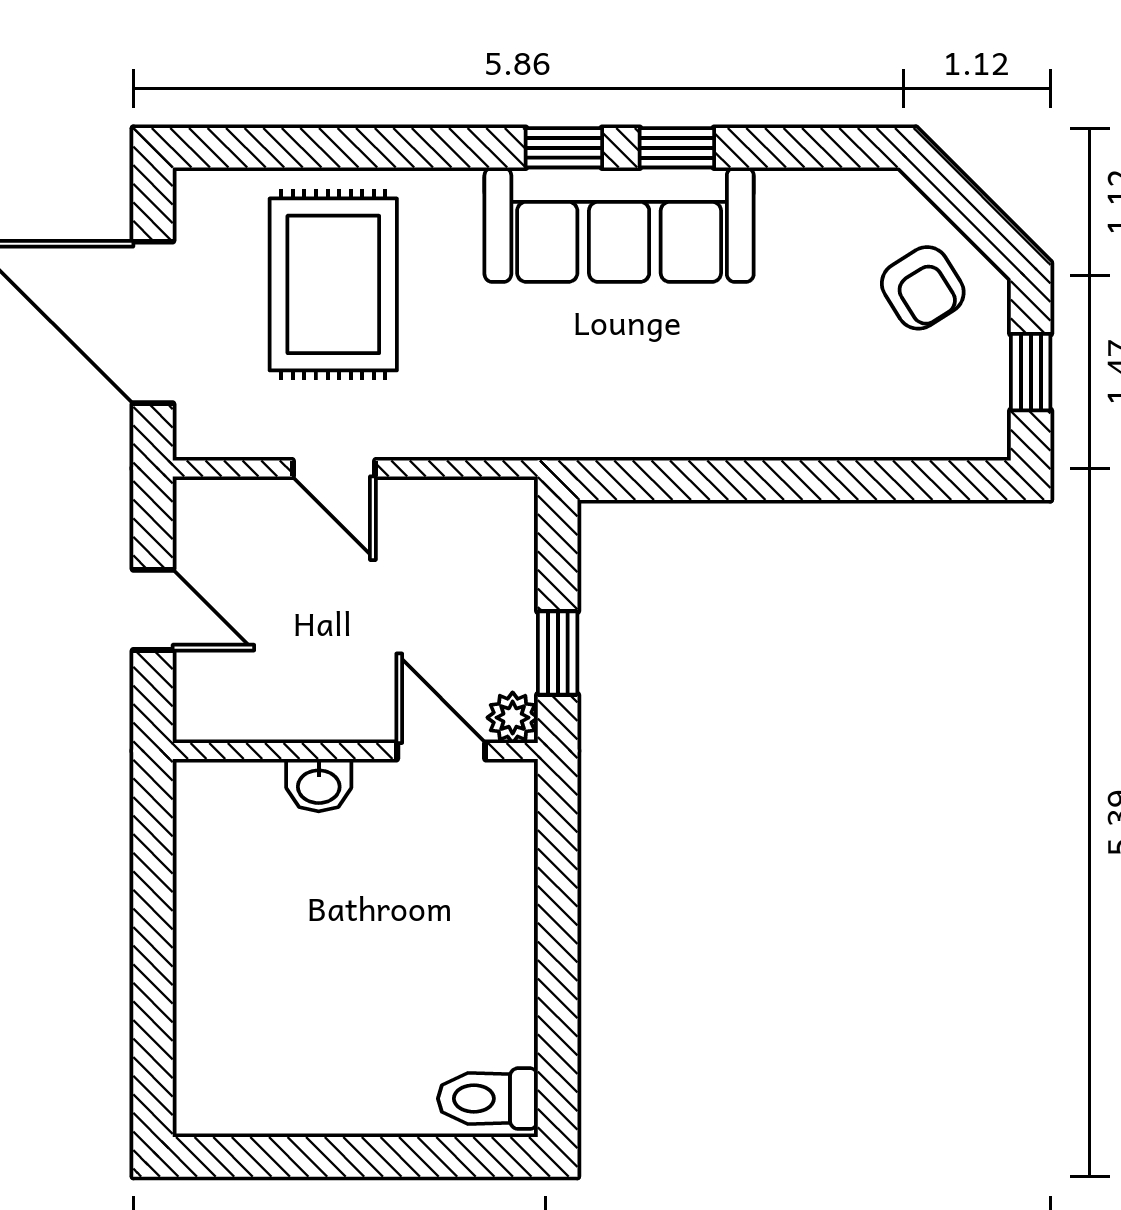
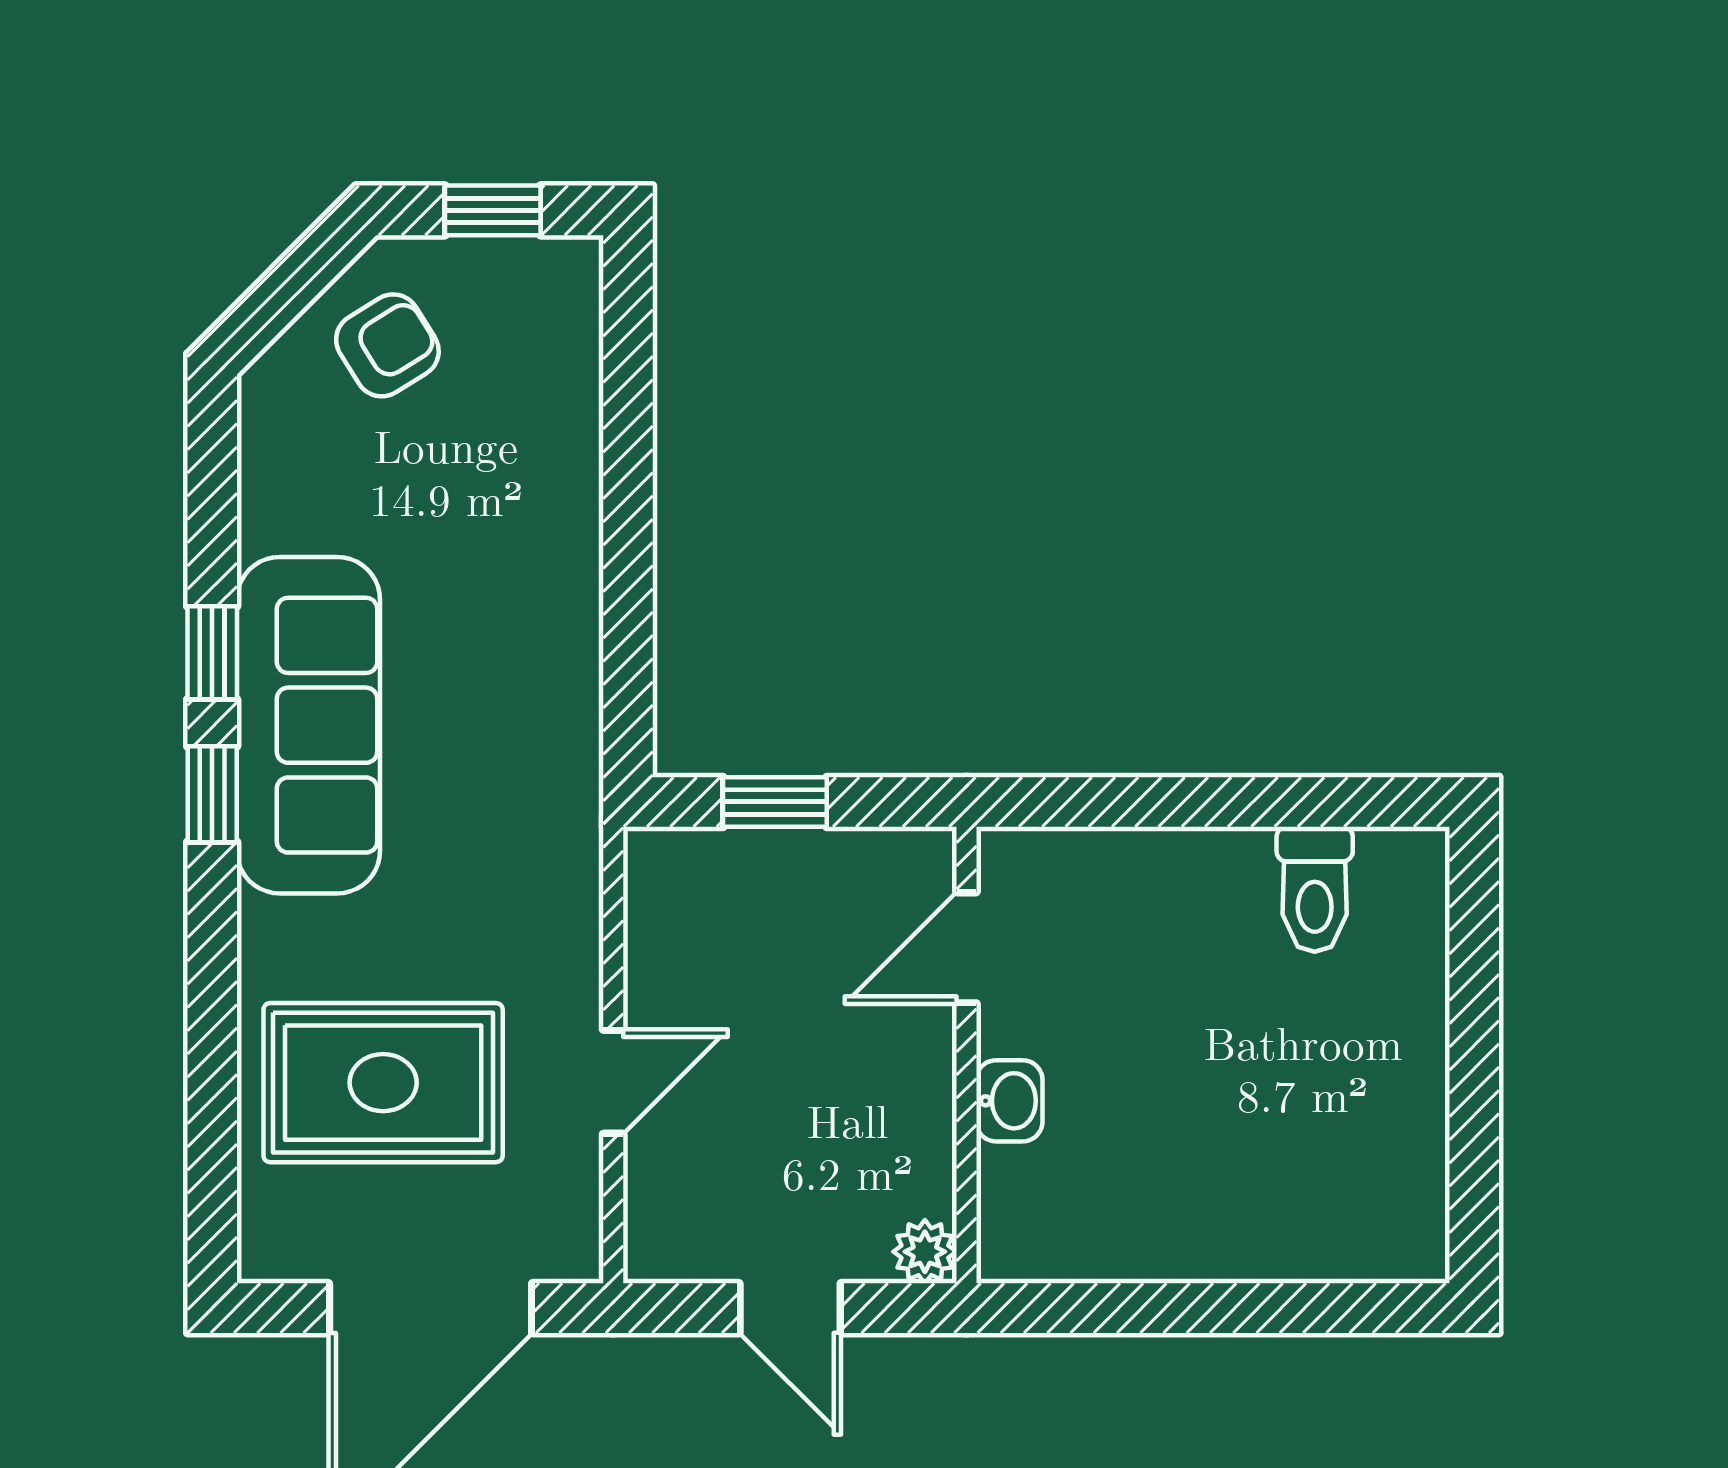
door: (153, 610) -> (790, 1308), swing flipped
window: (558, 653) -> (775, 802), moved
plant: (513, 718) -> (925, 1252), moved
toilet: (488, 1099) -> (1315, 889), moved

